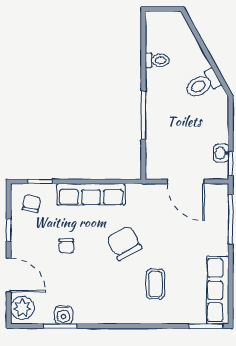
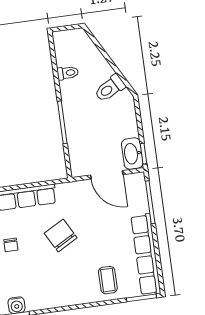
washbasin: (221, 153) -> (132, 154), width x1.91, depth x1.45
coffee table: (155, 284) -> (108, 280), moved
row of seats: (218, 290) -> (146, 255), width x1.36

